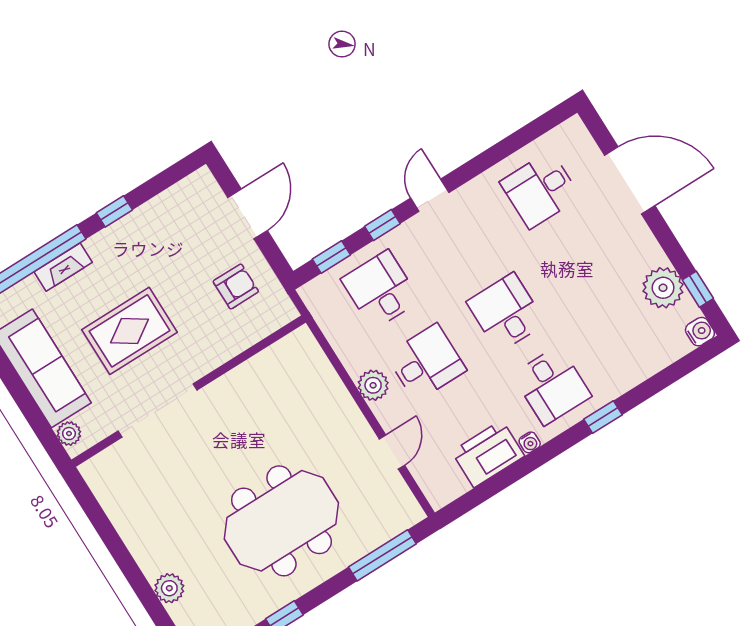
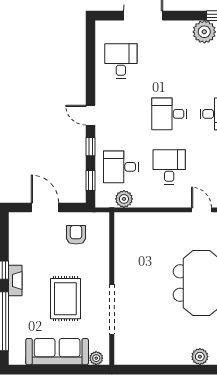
desk: (540, 190) -> (121, 61), turned 180
fireplace: (63, 267) -> (15, 281), moved
plant: (373, 385) -> (124, 199), moved

